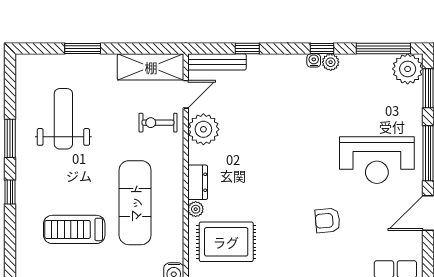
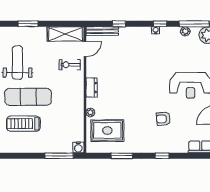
plant: (331, 62) -> (185, 31), moved
plant: (203, 129) -> (95, 68), removed
dresser: (198, 182) -> (92, 88), moved
exercise mat: (135, 203) -> (28, 97), moved, turned 90

